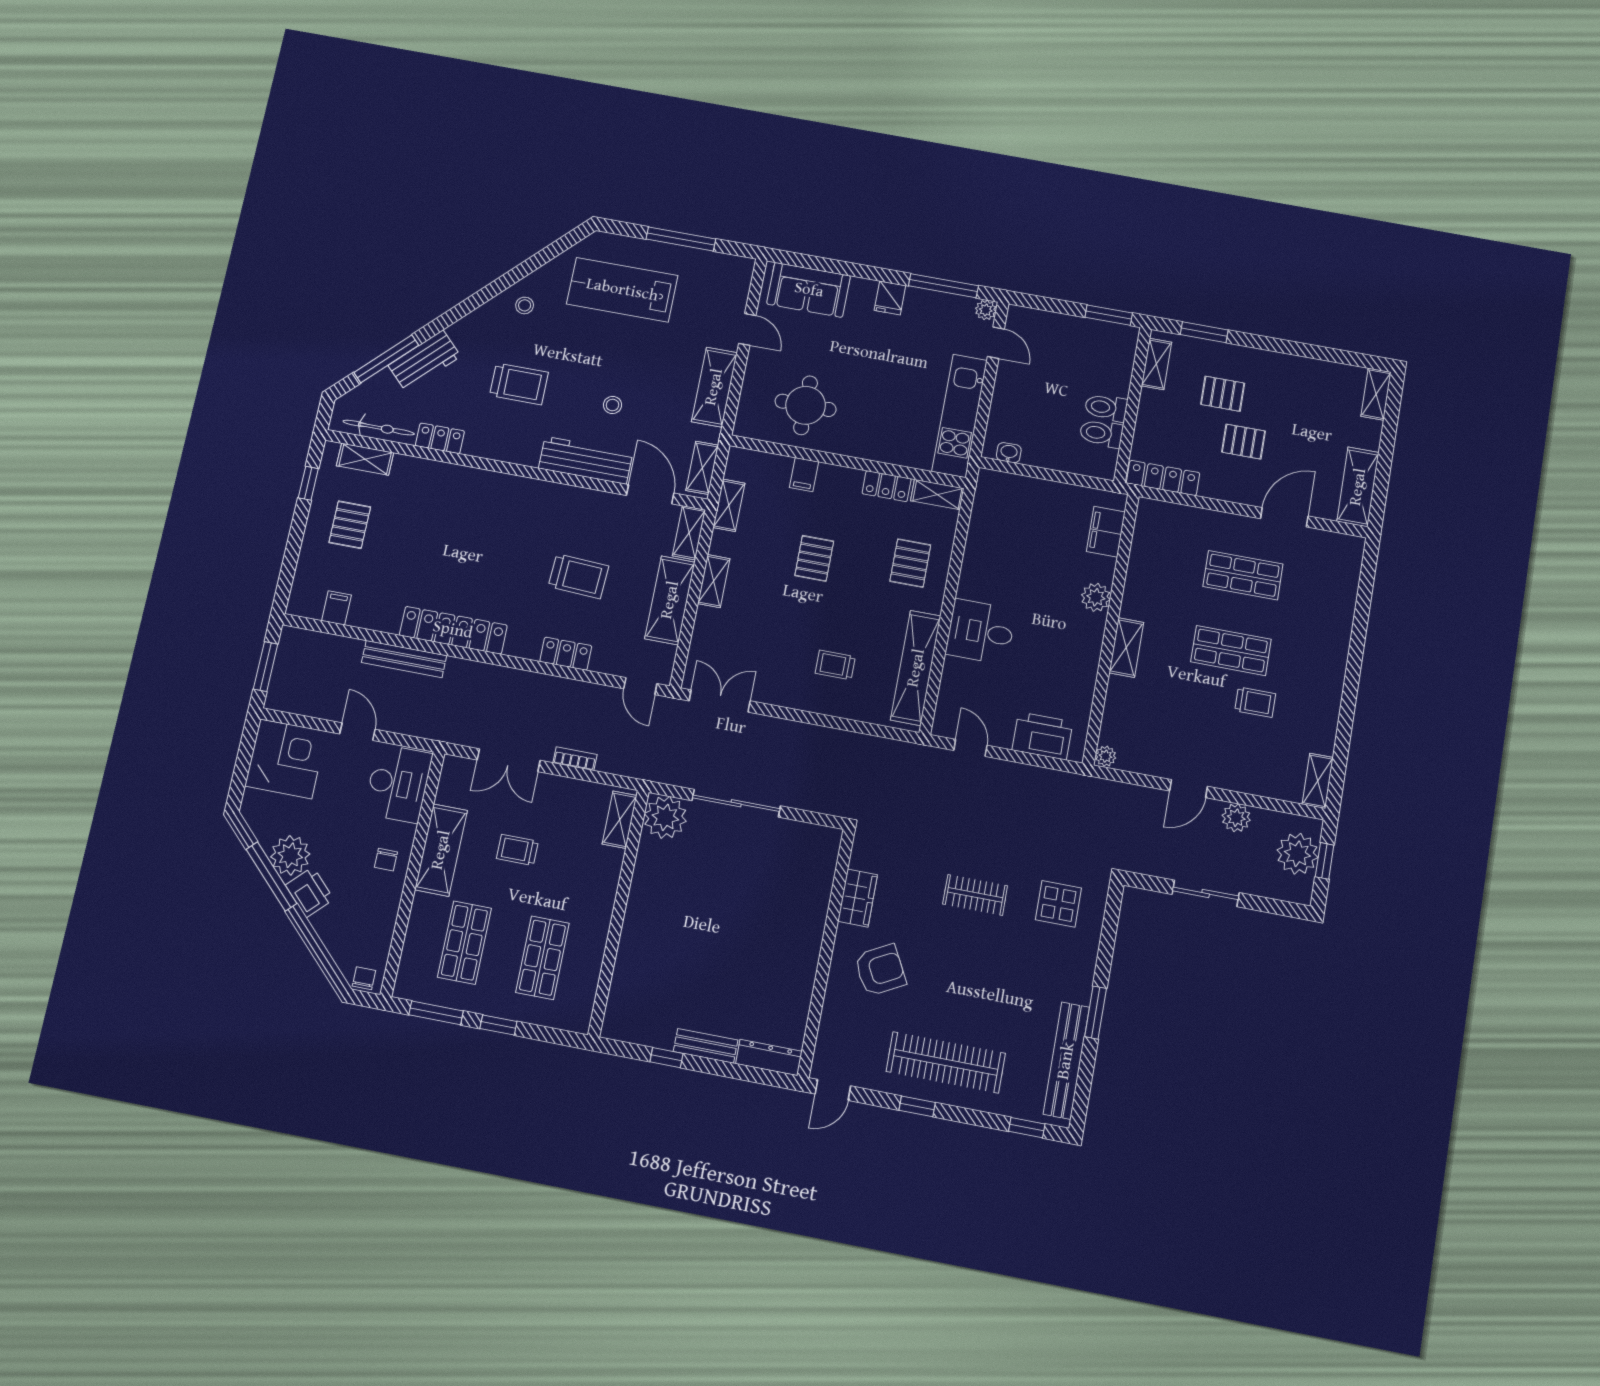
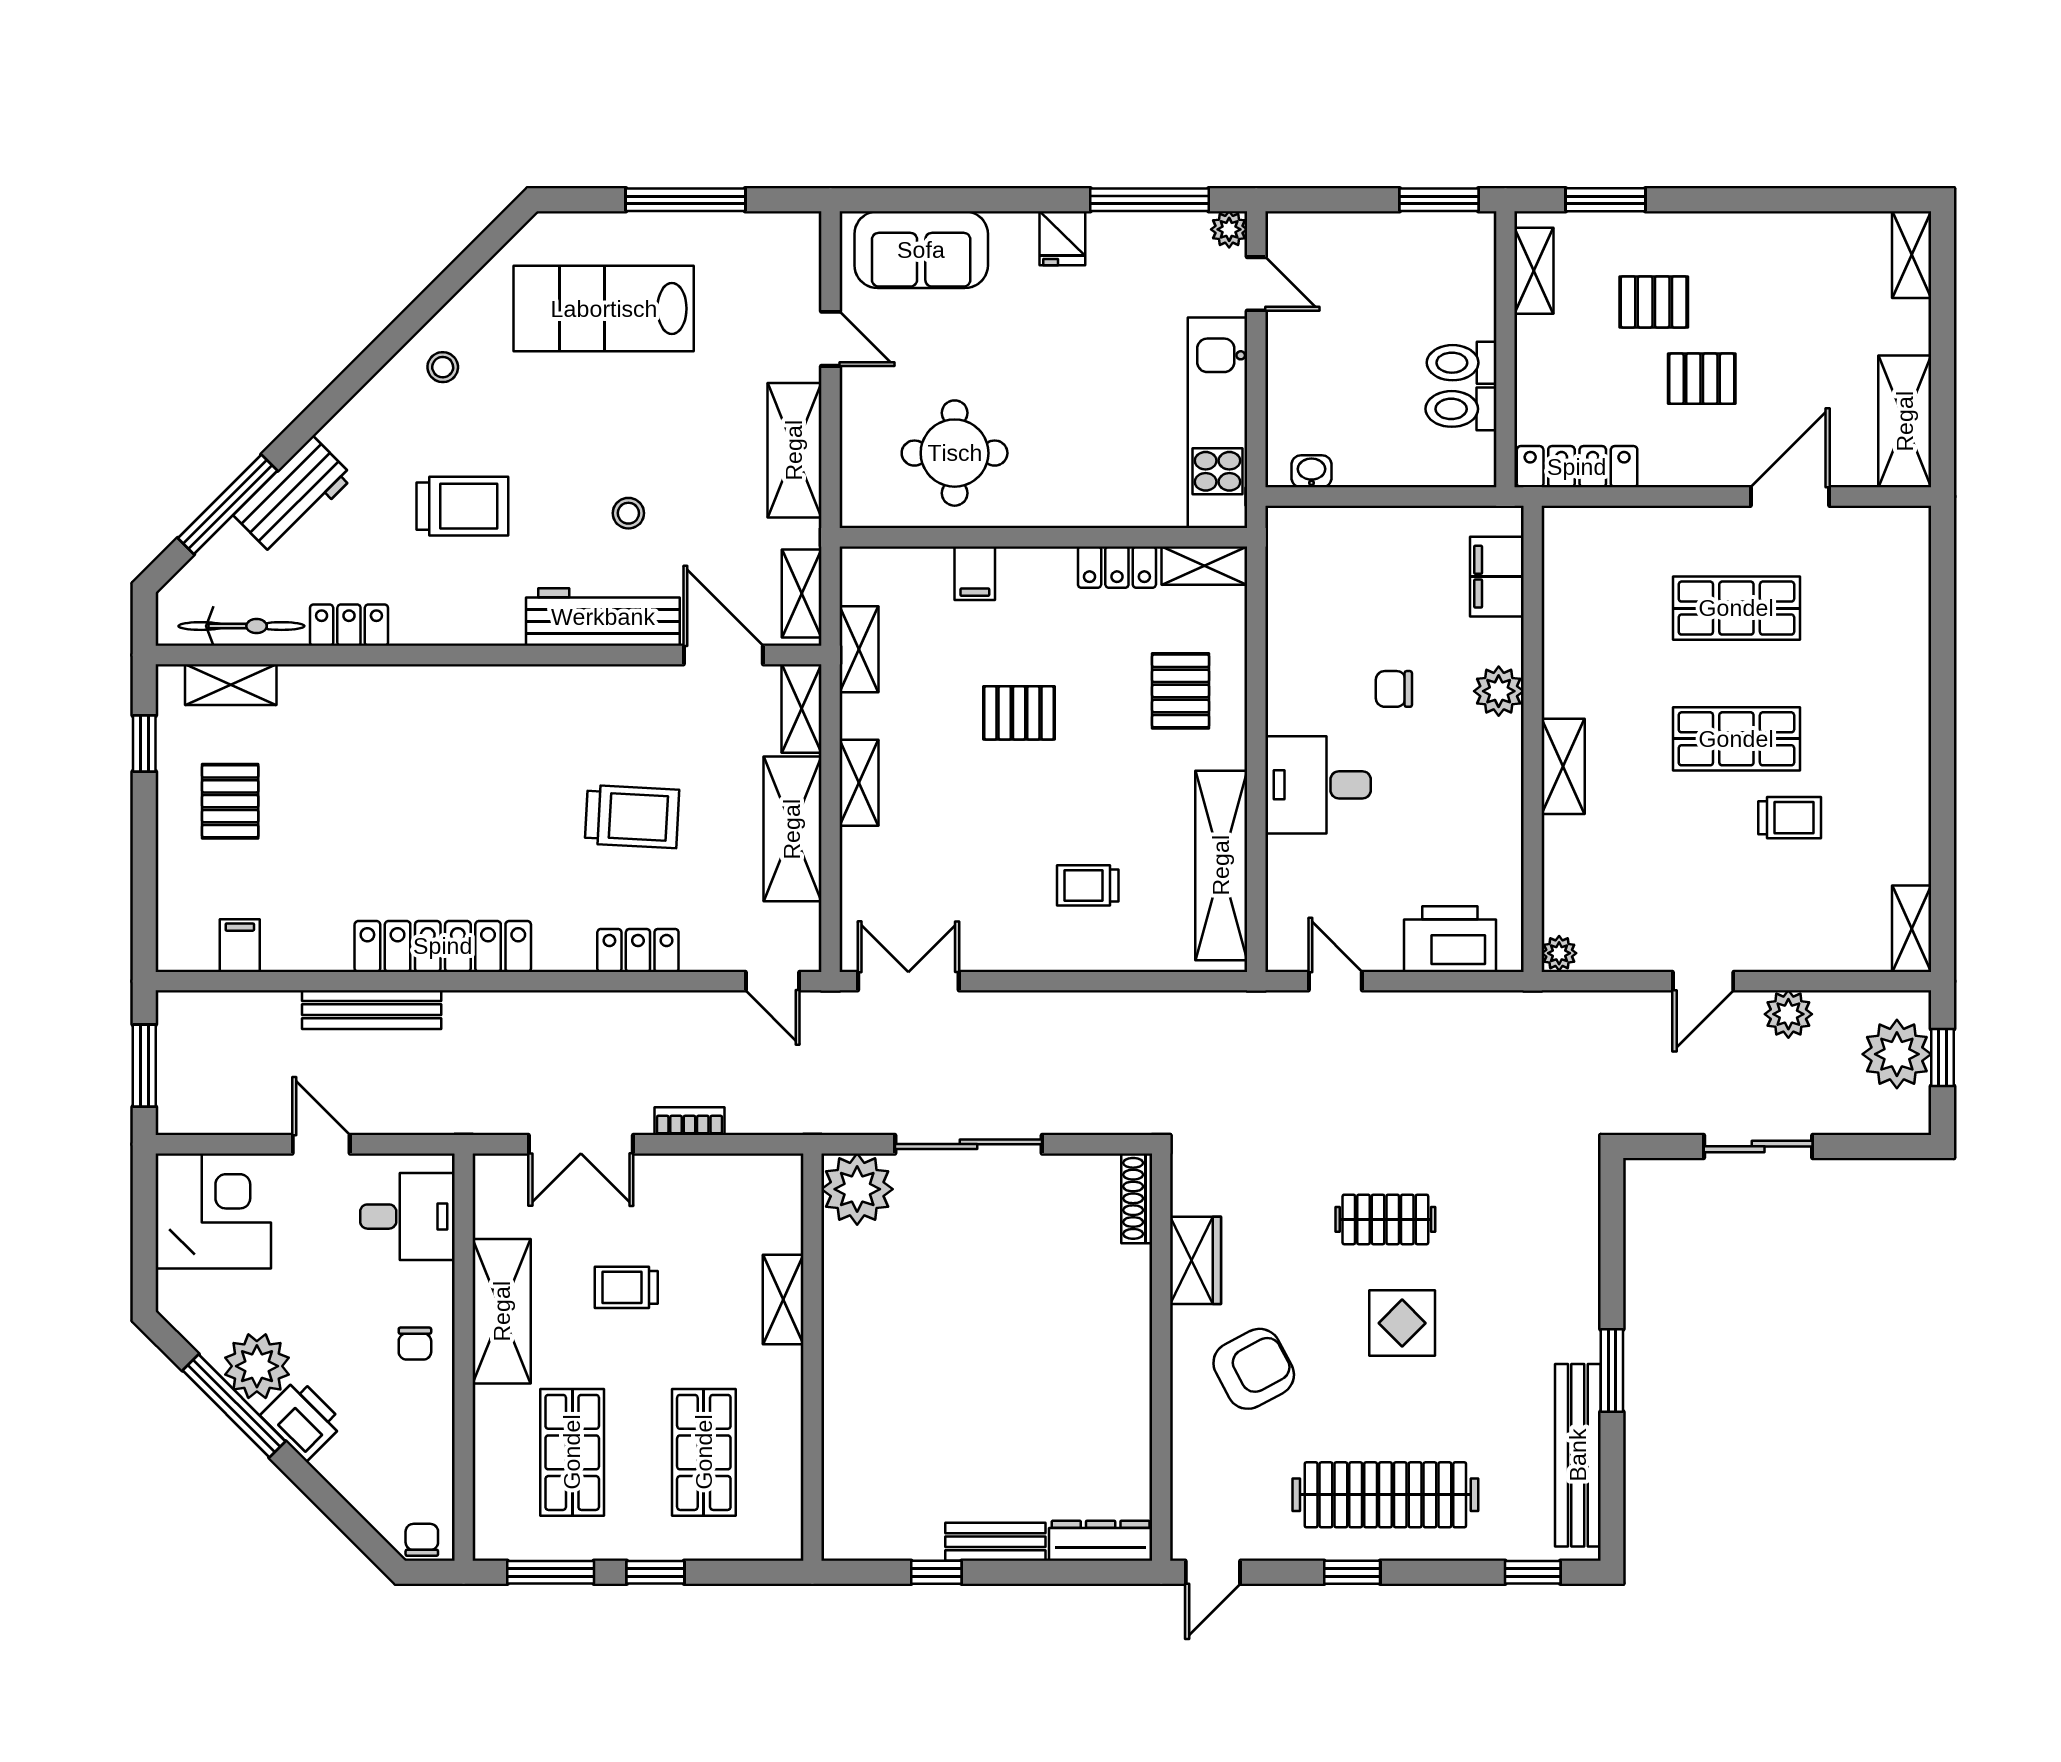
pallet: (814, 558) -> (1019, 713), turned 90
chair: (1035, 585) -> (1394, 689), added
desk: (398, 784) -> (407, 1217), width x0.73
shelving: (620, 820) -> (783, 1299), moved
shoe rack: (829, 854) -> (1137, 1198), added
display table: (1058, 904) -> (1402, 1323), moved

